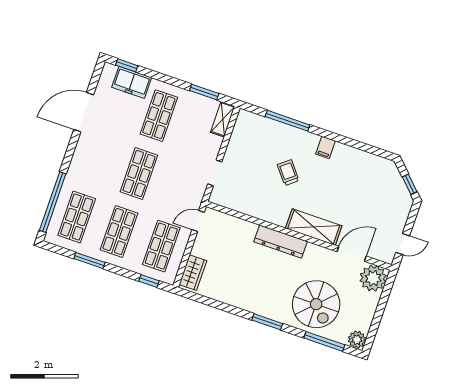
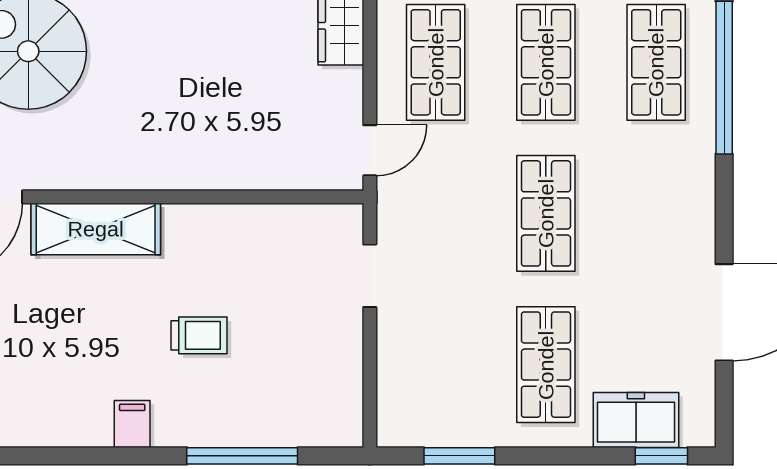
shelving: (223, 119) -> (394, 407), removed
trolley: (288, 173) -> (199, 335), turned -51
dresser: (280, 242) -> (162, 168), removed

